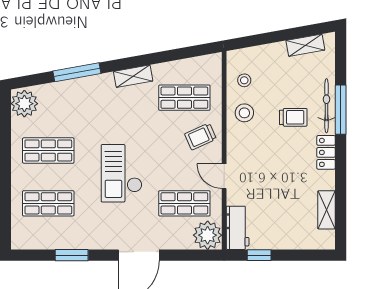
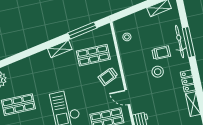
window: (77, 72) -> (82, 30), moved
stool: (244, 113) -> (158, 72), moved
locker: (326, 152) -> (188, 81), moved

